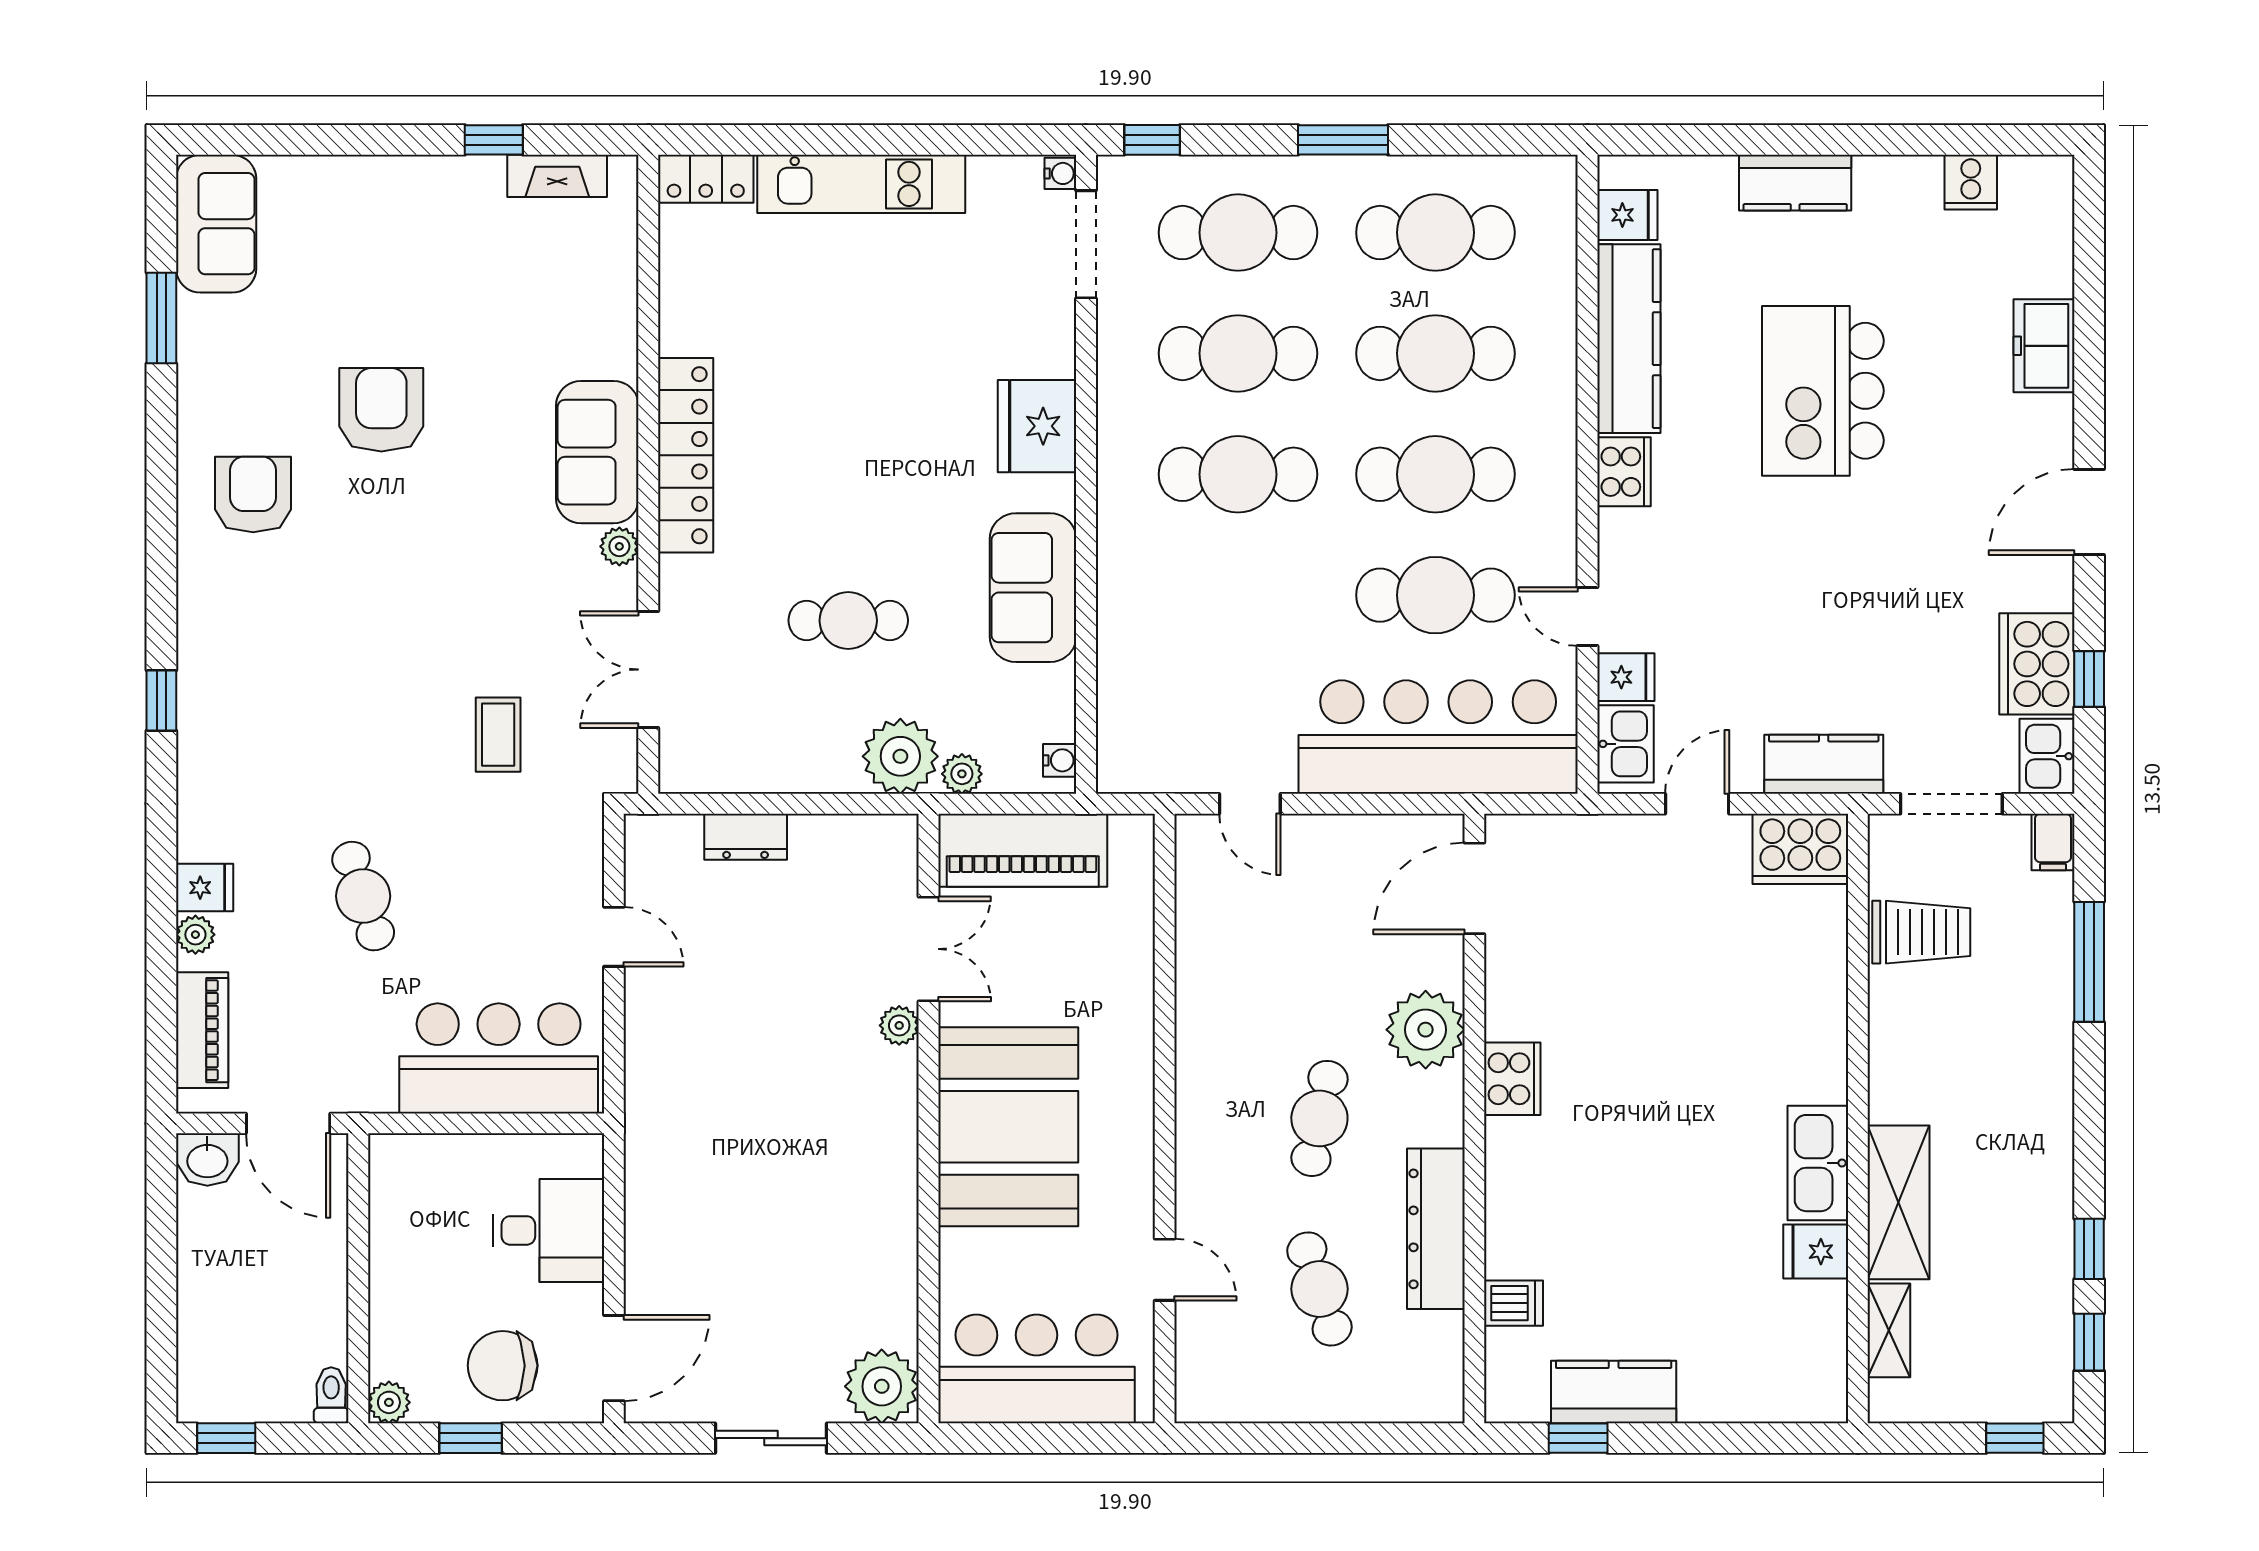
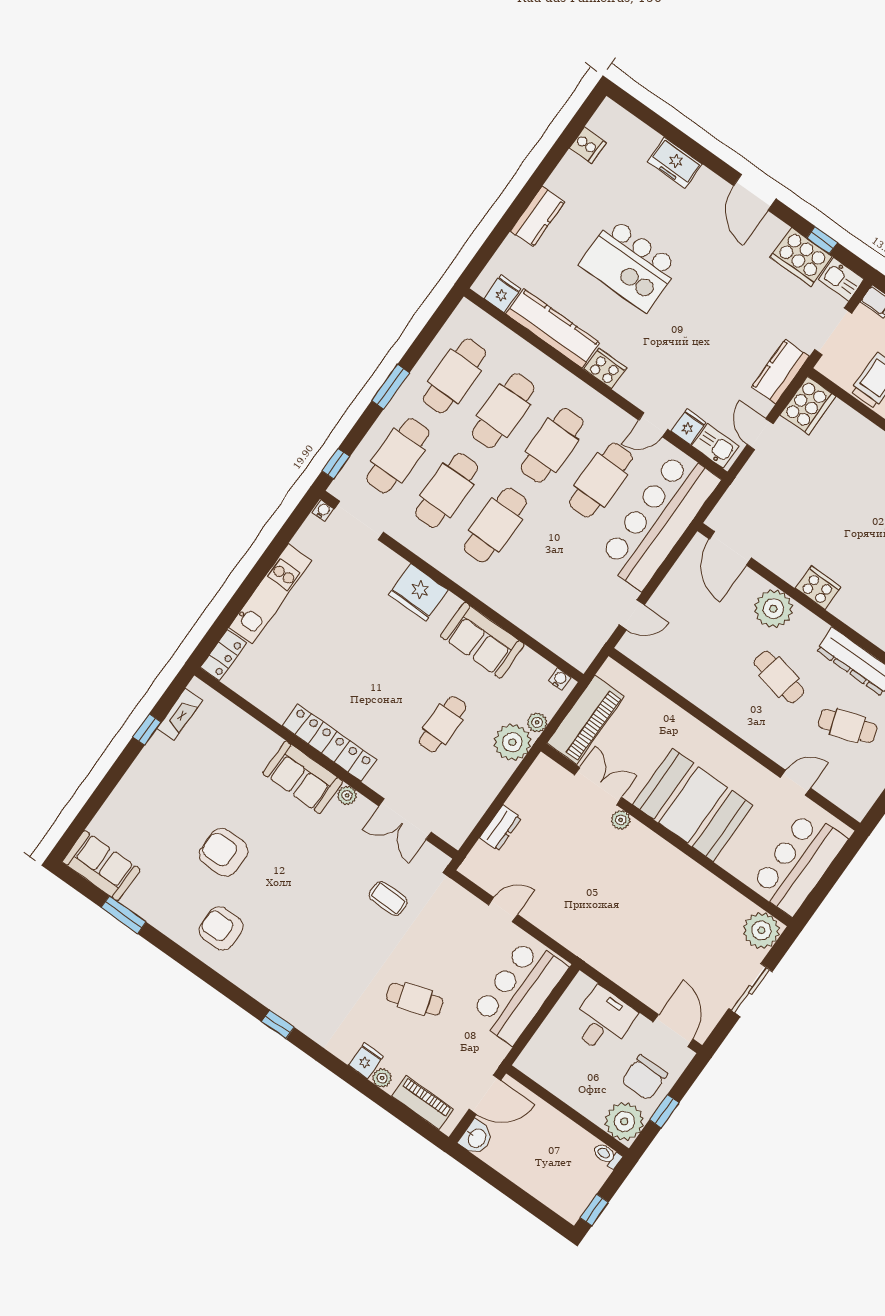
plant: (389, 1402) -> (624, 1121), width x1.88, depth x1.88

